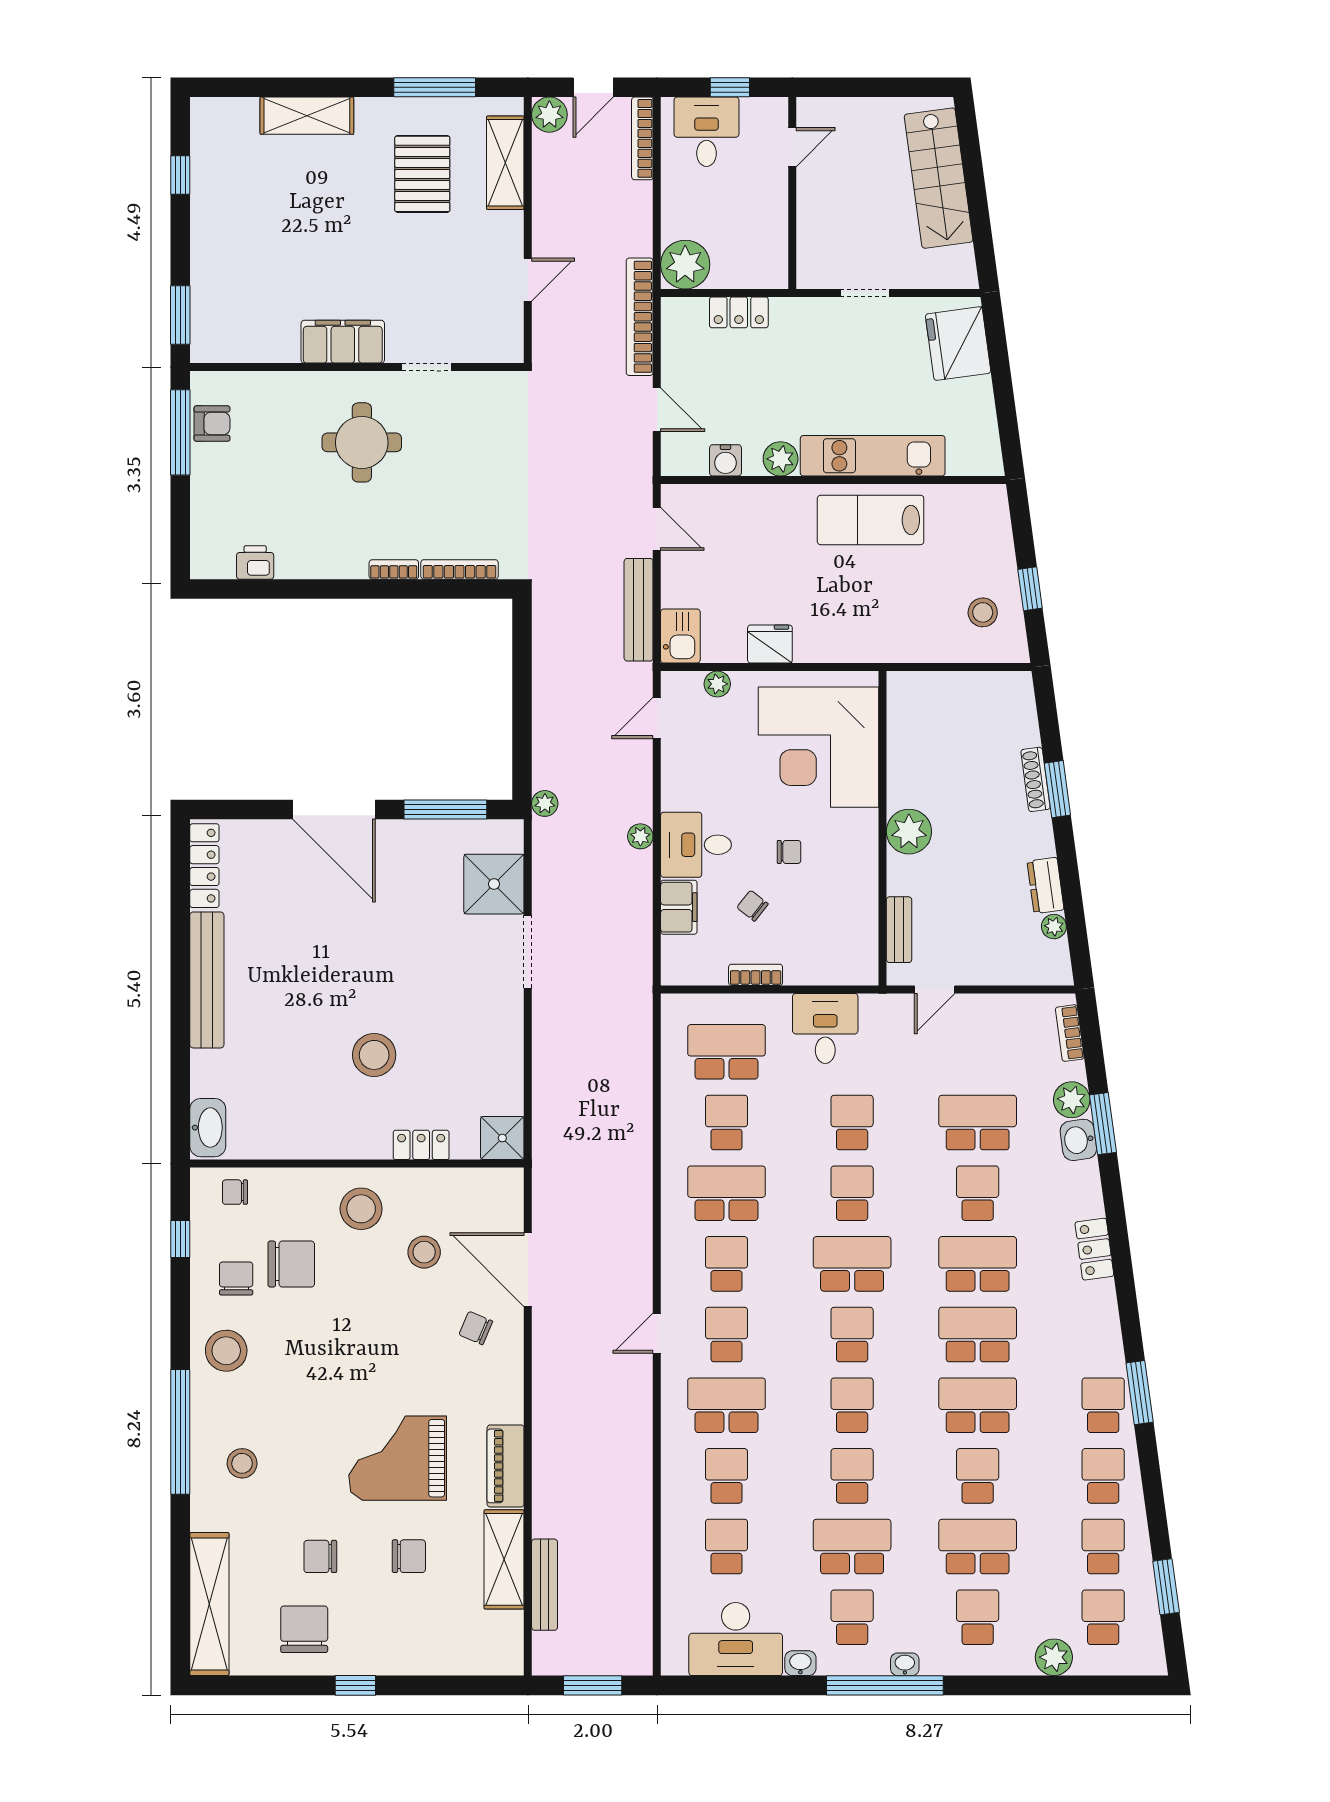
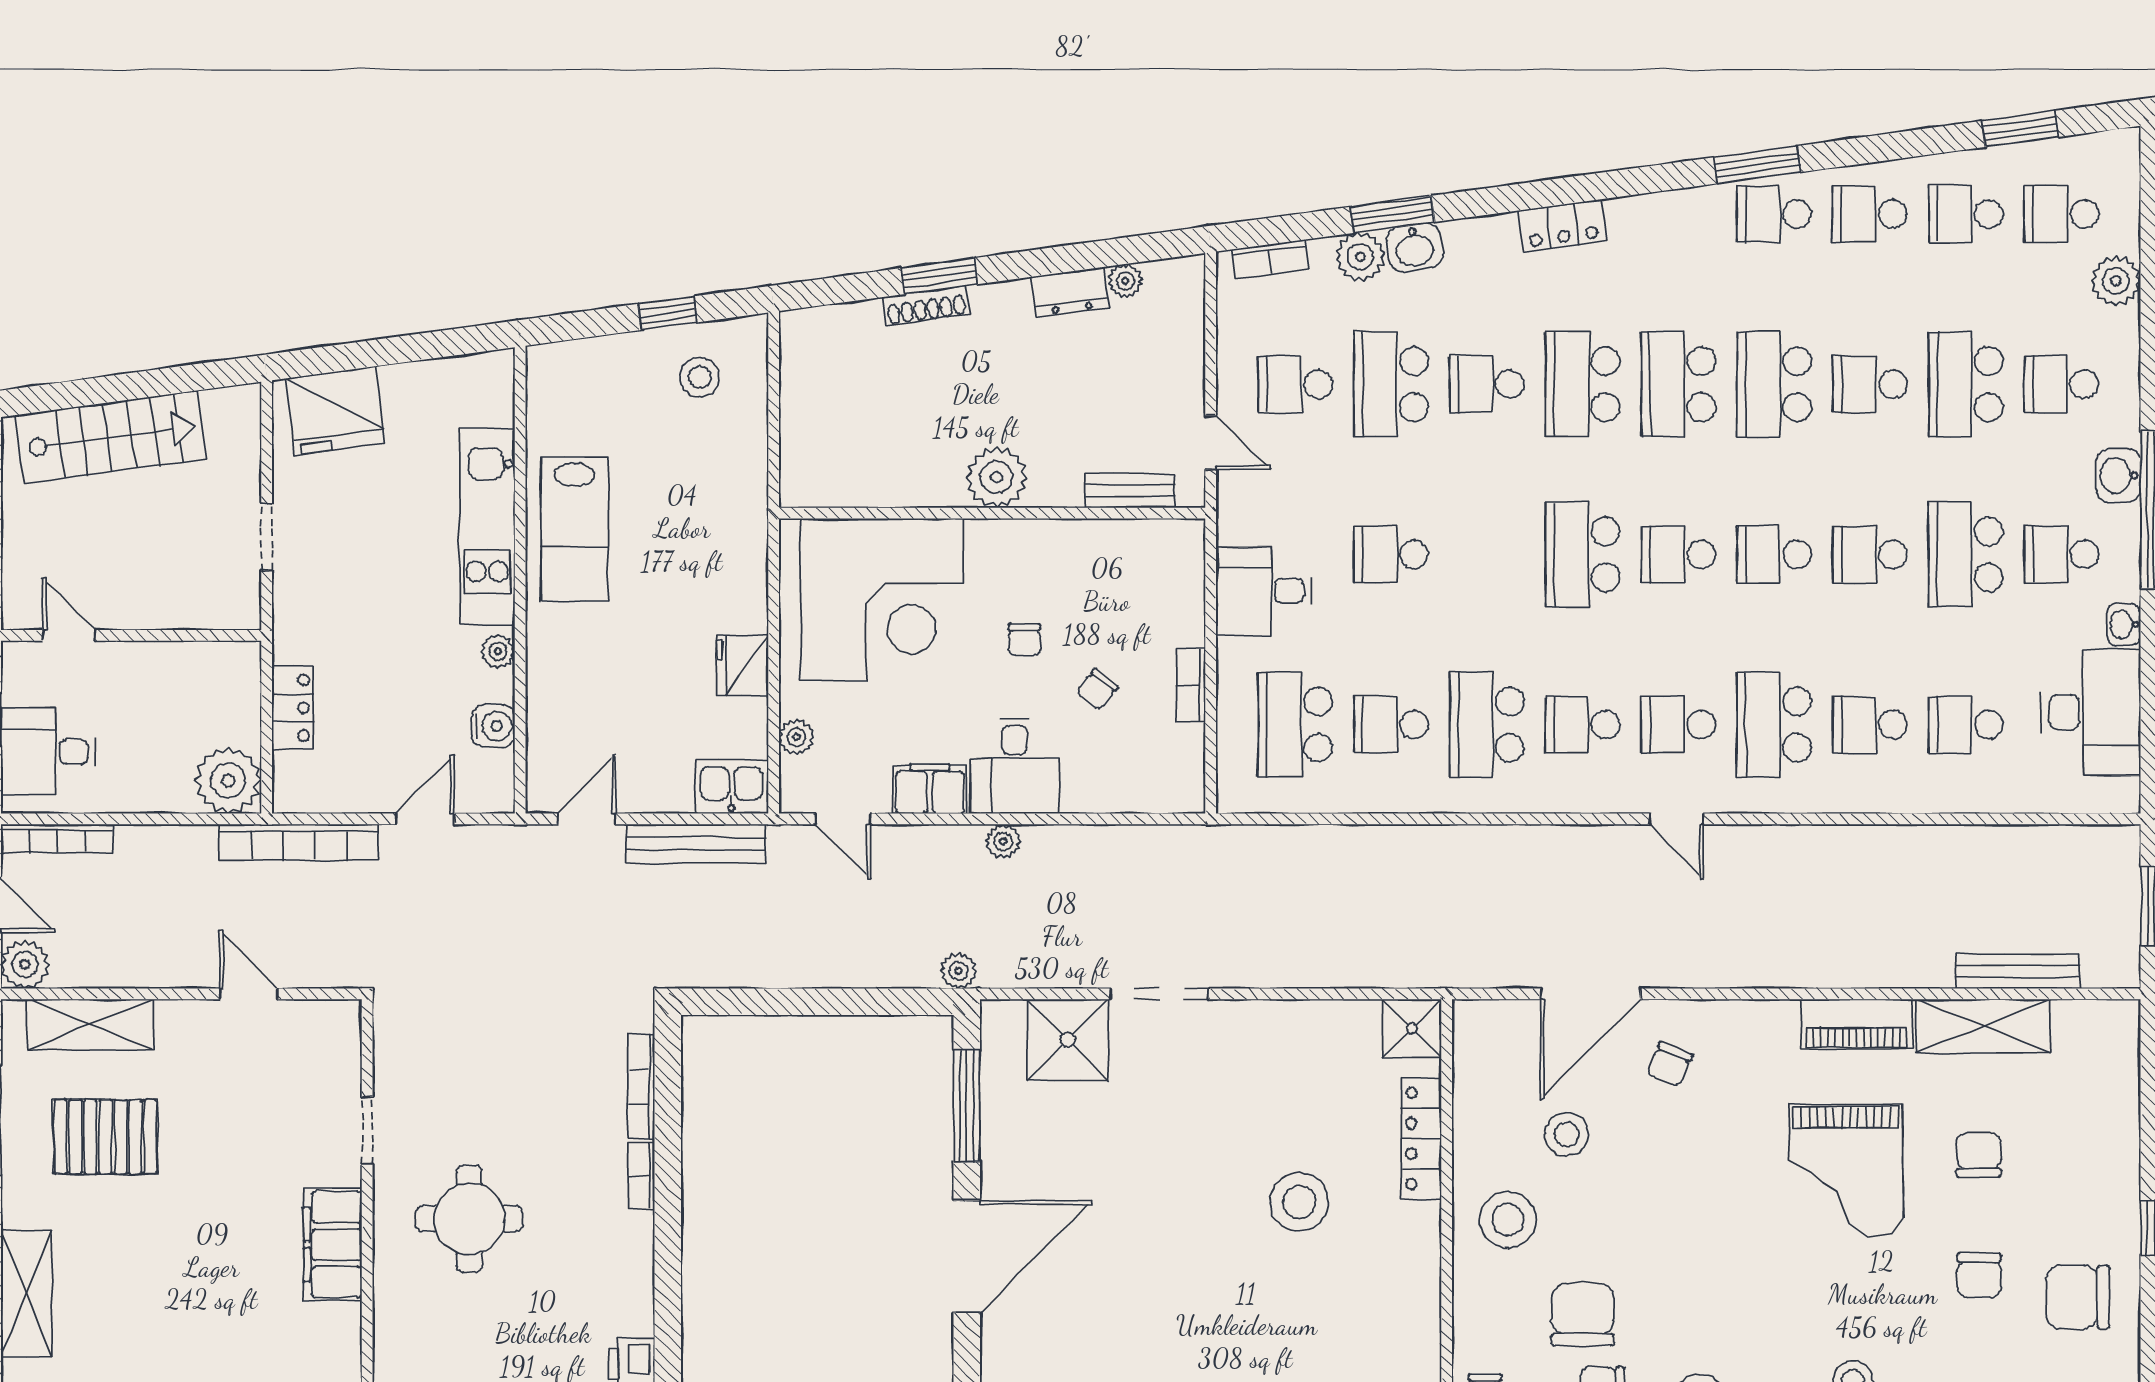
plant: (781, 459) -> (498, 651), width x0.73, depth x0.73
chair: (789, 852) -> (1024, 640), turned 180
filing cabinet: (679, 907) -> (930, 789), moved
locker: (421, 1145) -> (1421, 1138), width x1.53
school desk: (852, 1193) -> (1295, 384), moved
washbasin: (905, 1664) -> (2118, 476), width x1.38, depth x1.45

